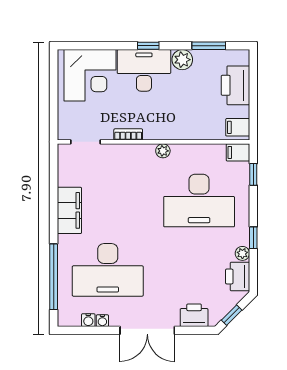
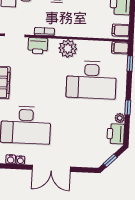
plant: (163, 151) -> (68, 48), width x1.87, depth x1.87
printer: (194, 315) -> (38, 46), moved, turned 180

